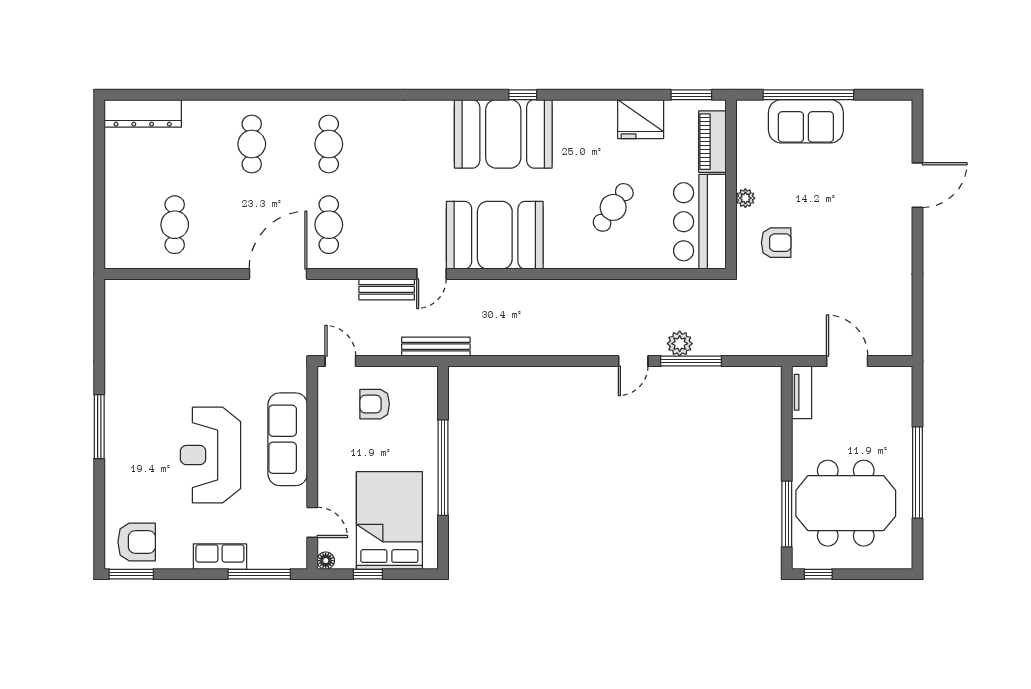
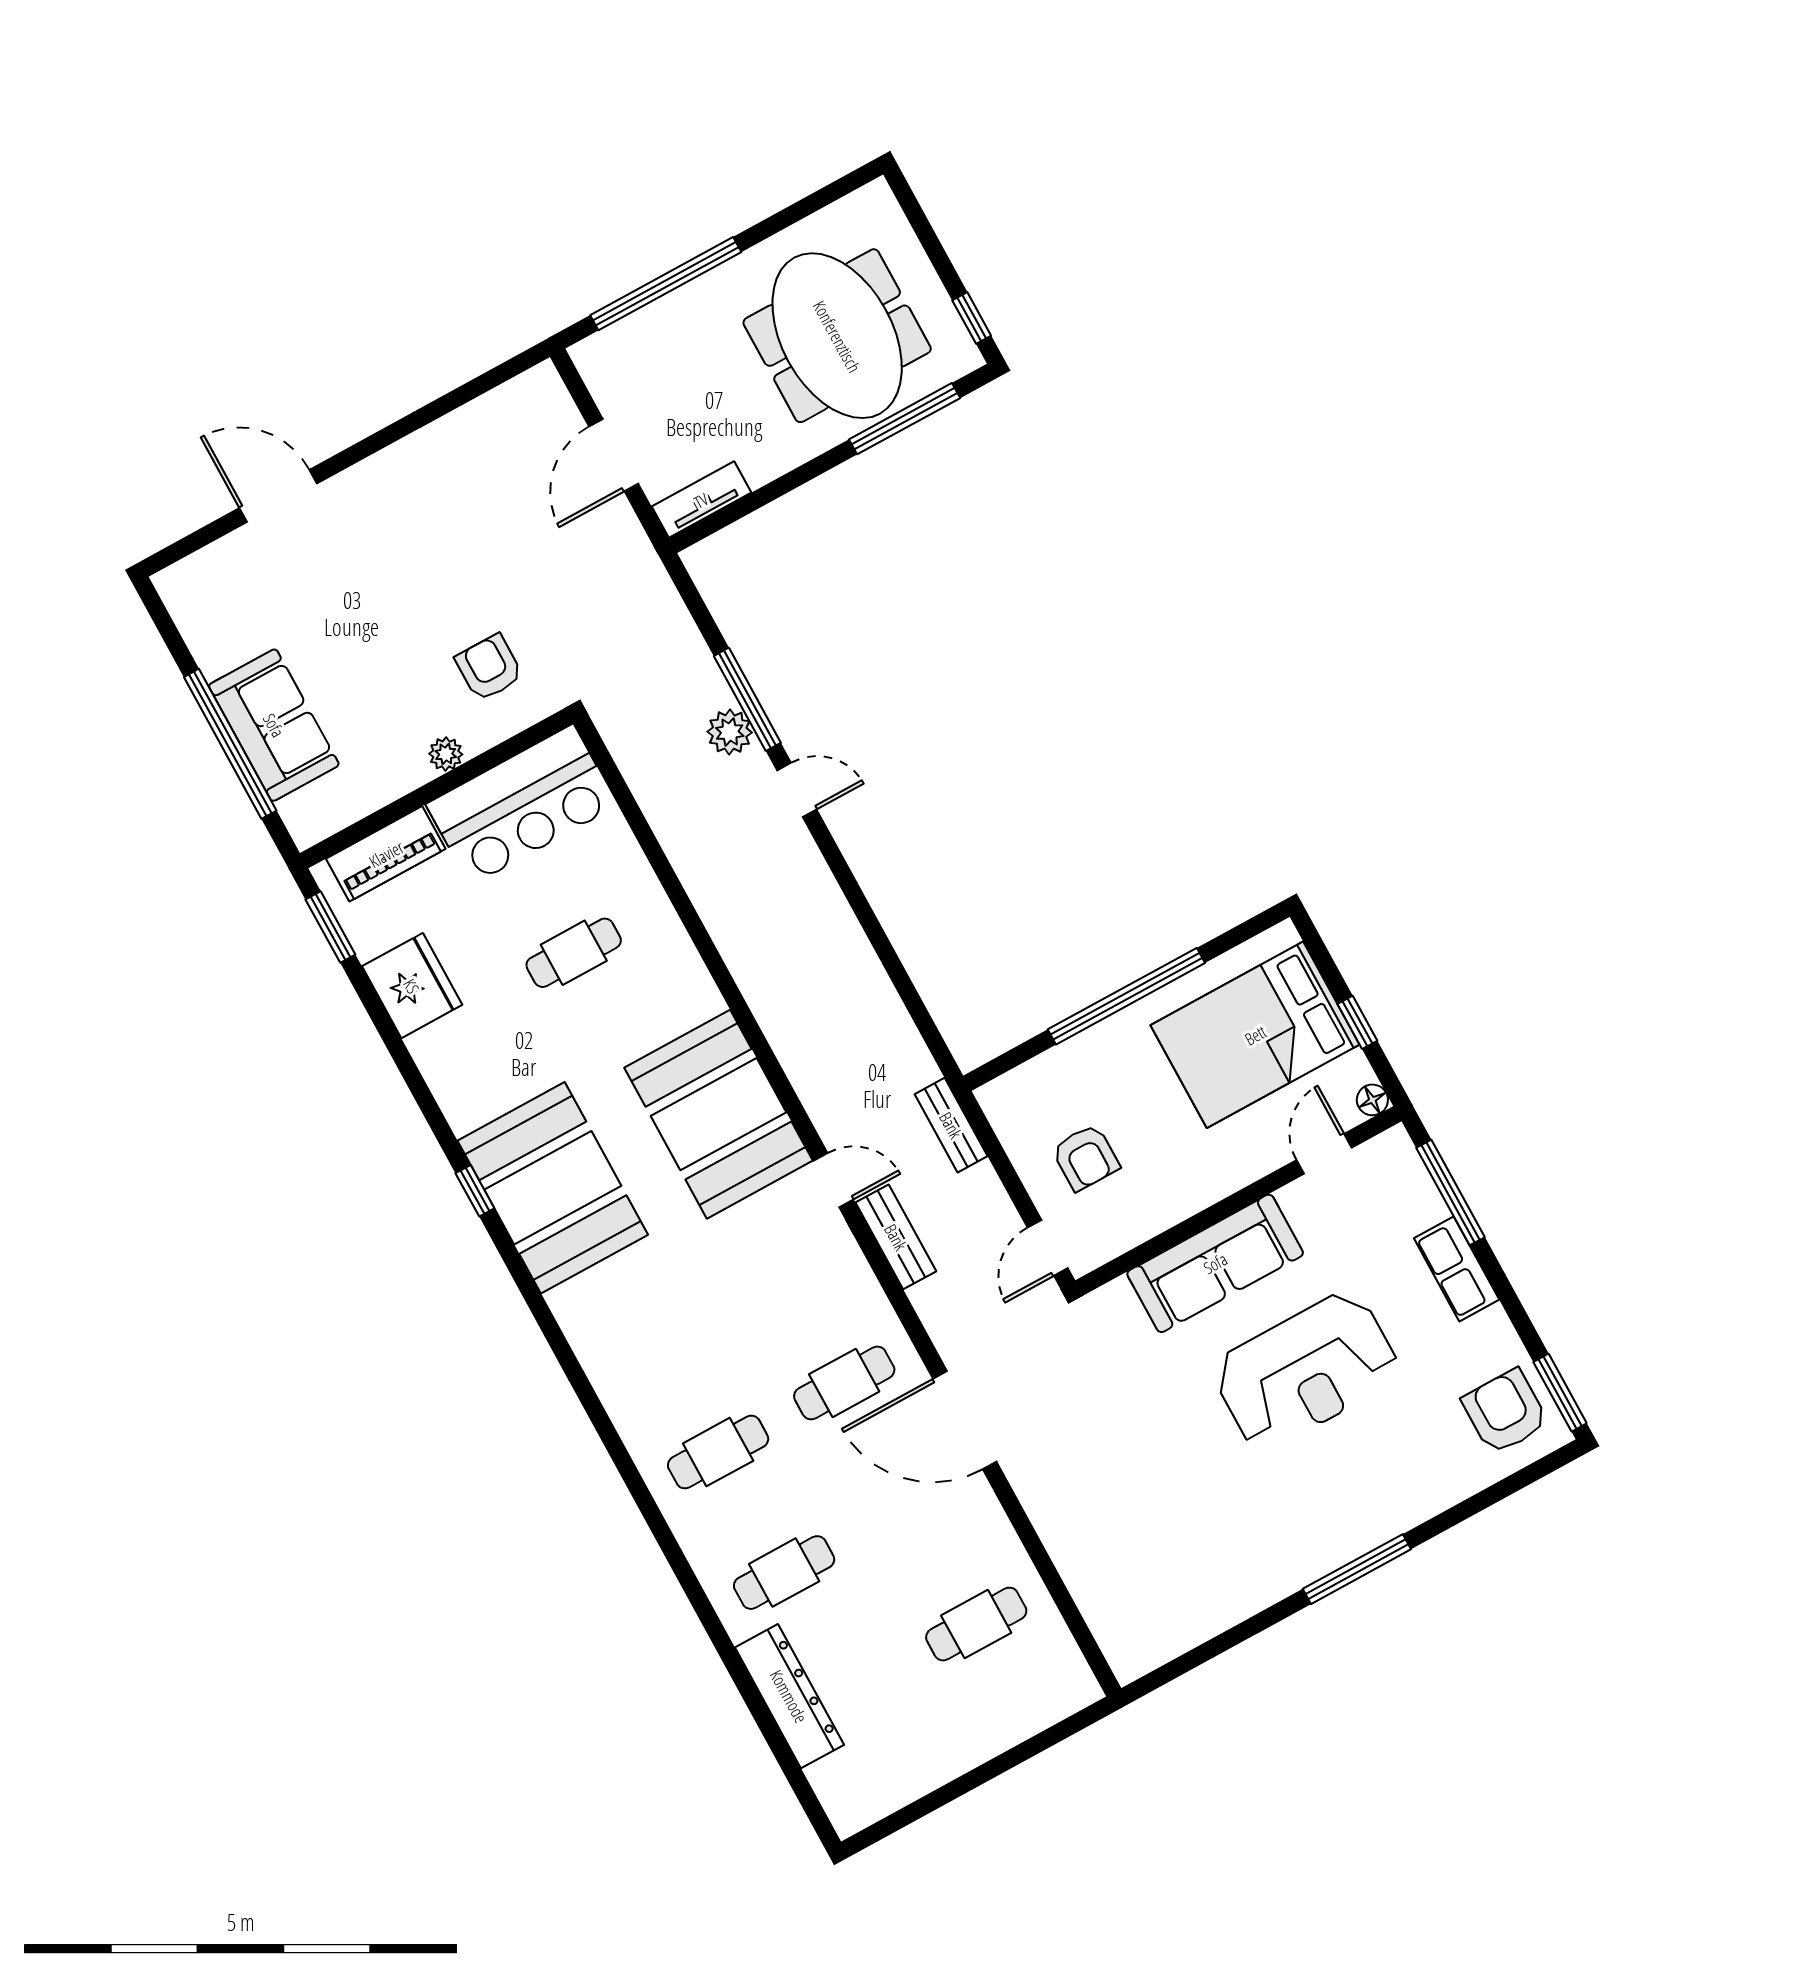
dresser: (143, 113) -> (789, 1696), moved
cafe table: (613, 207) -> (574, 953), turned -36
bench: (436, 347) -> (951, 1125), width x0.73
window: (917, 473) -> (666, 284), moved

